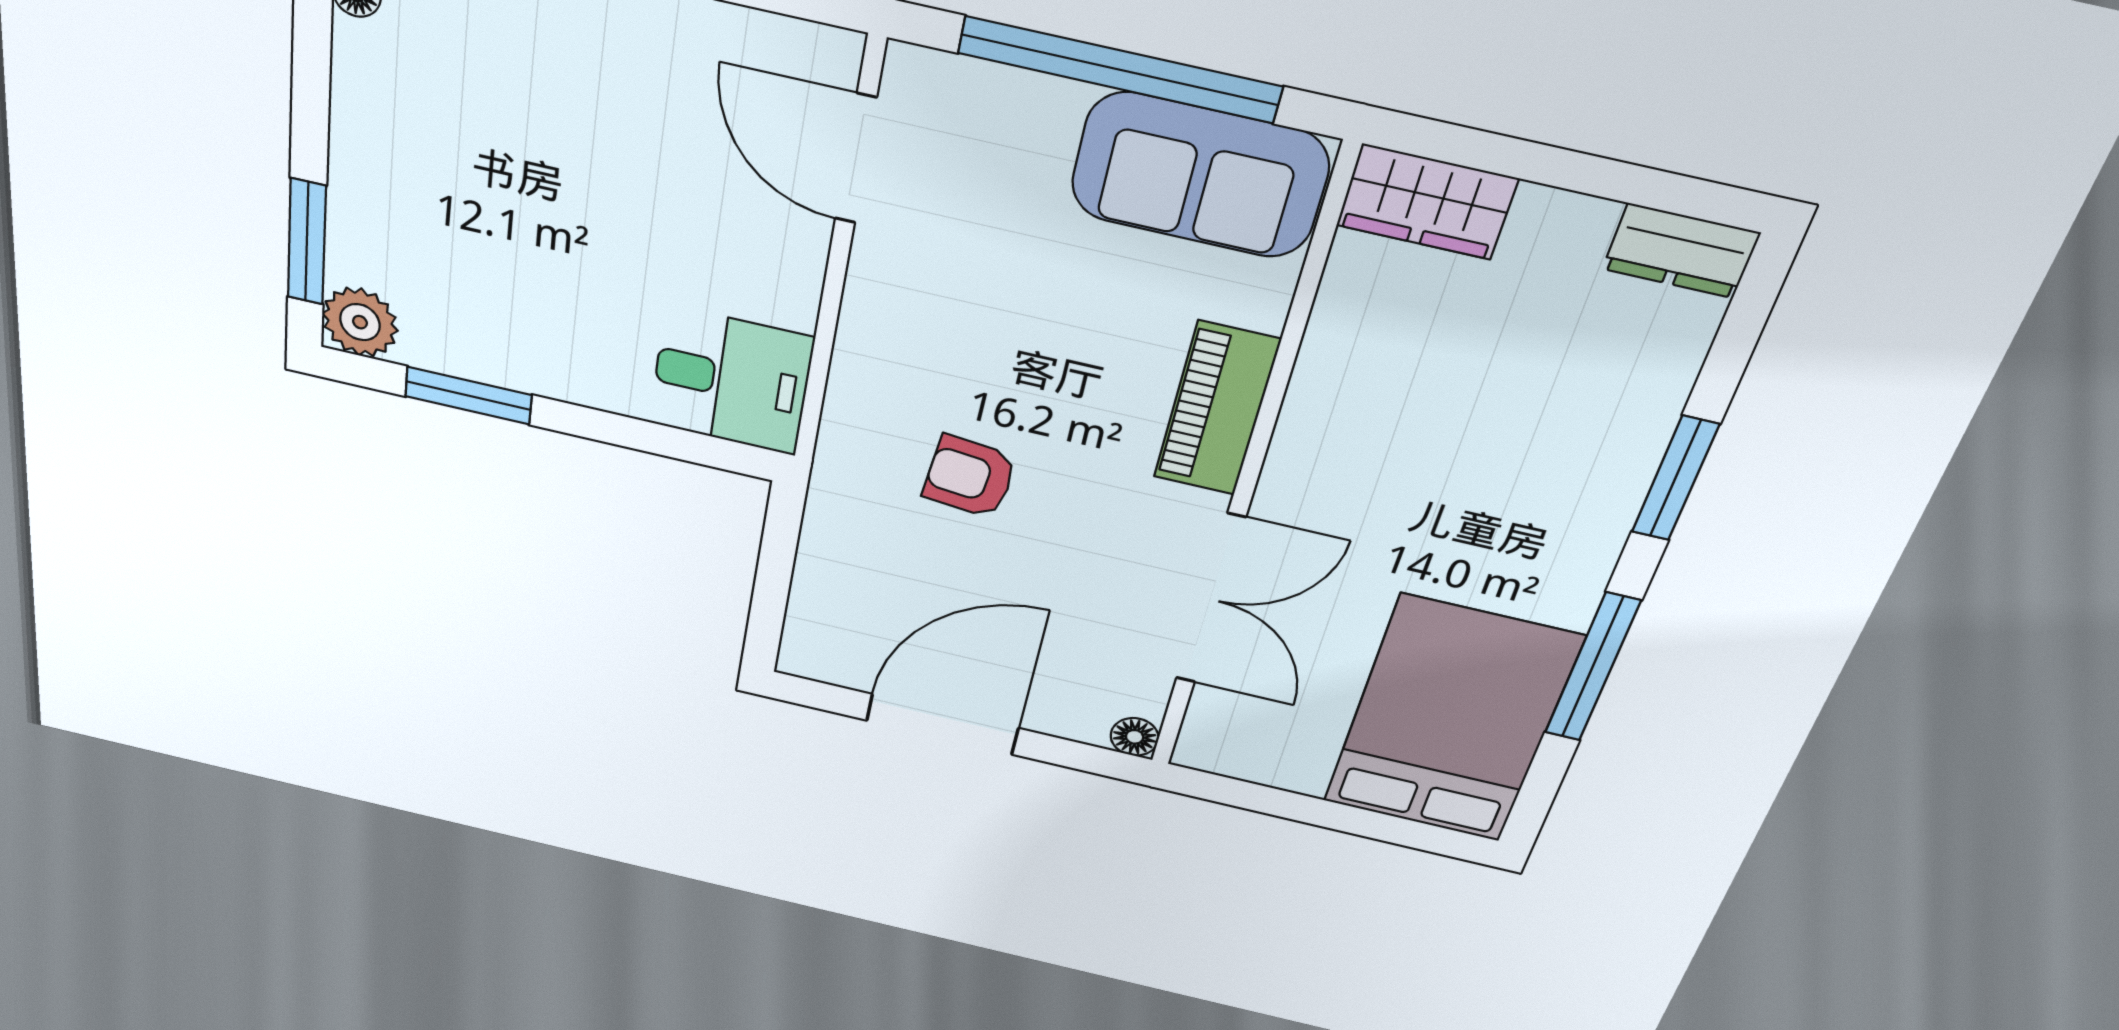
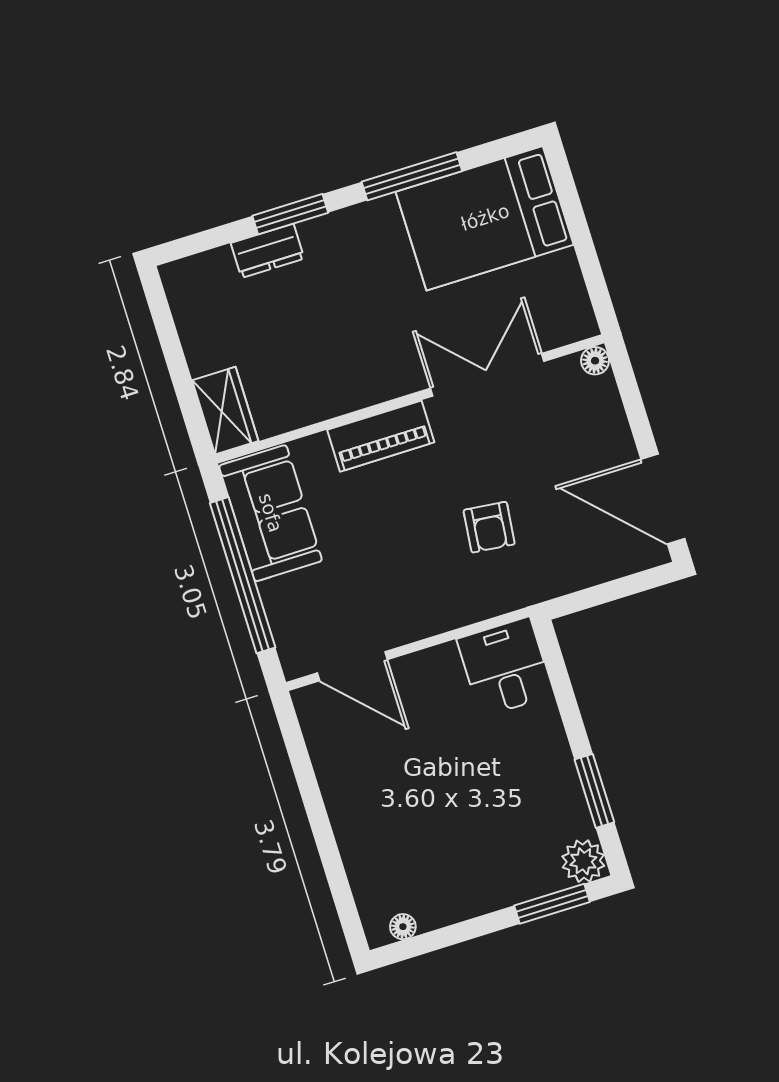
door: (856, 159) -> (352, 666), hinge flipped
dresser: (1681, 251) -> (267, 251), moved, turned 90
door: (942, 724) -> (663, 499), moved

